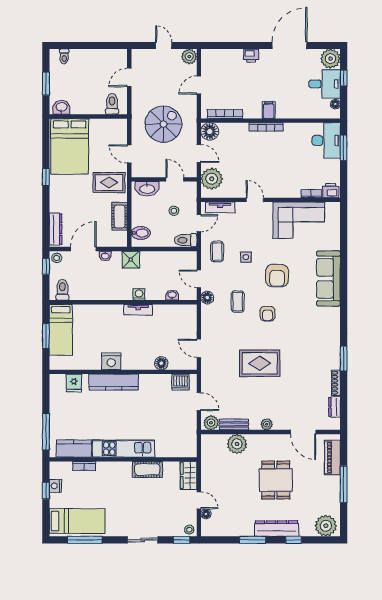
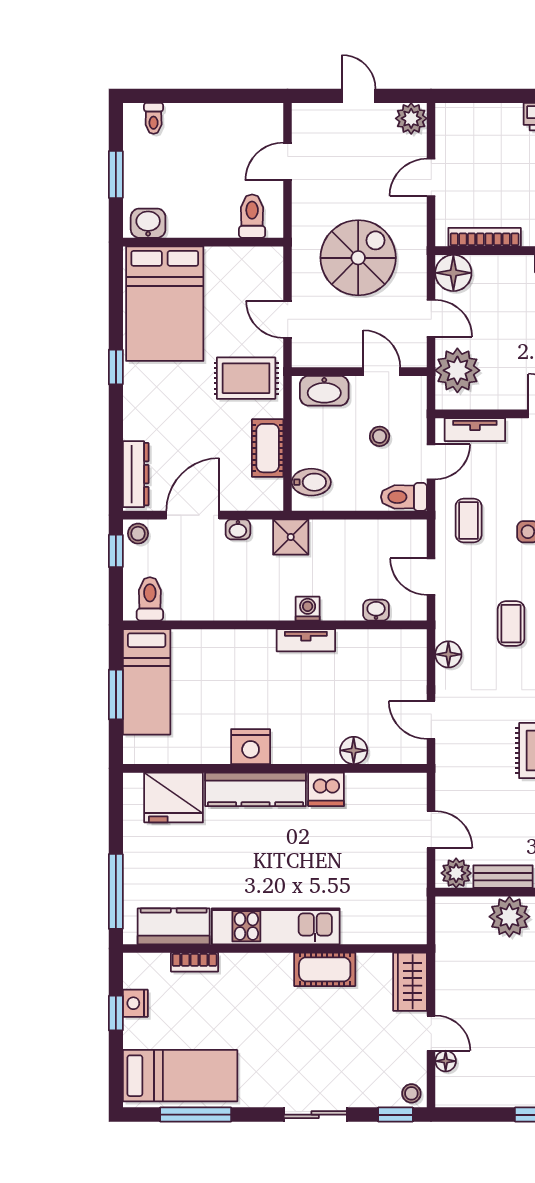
floor lamp: (207, 298) -> (448, 654), moved
dishwasher: (181, 382) -> (326, 789), moved
fridge: (74, 383) -> (174, 798), width x1.88, depth x1.34

